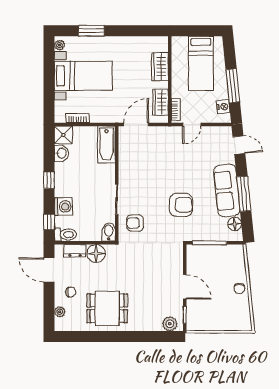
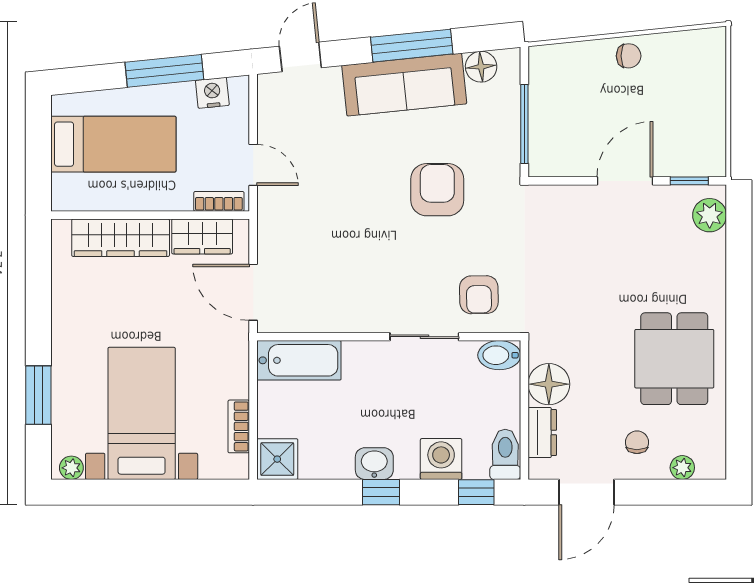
wardrobe: (160, 67) -> (121, 238), width x1.50
washbasin: (61, 153) -> (374, 464), moved

